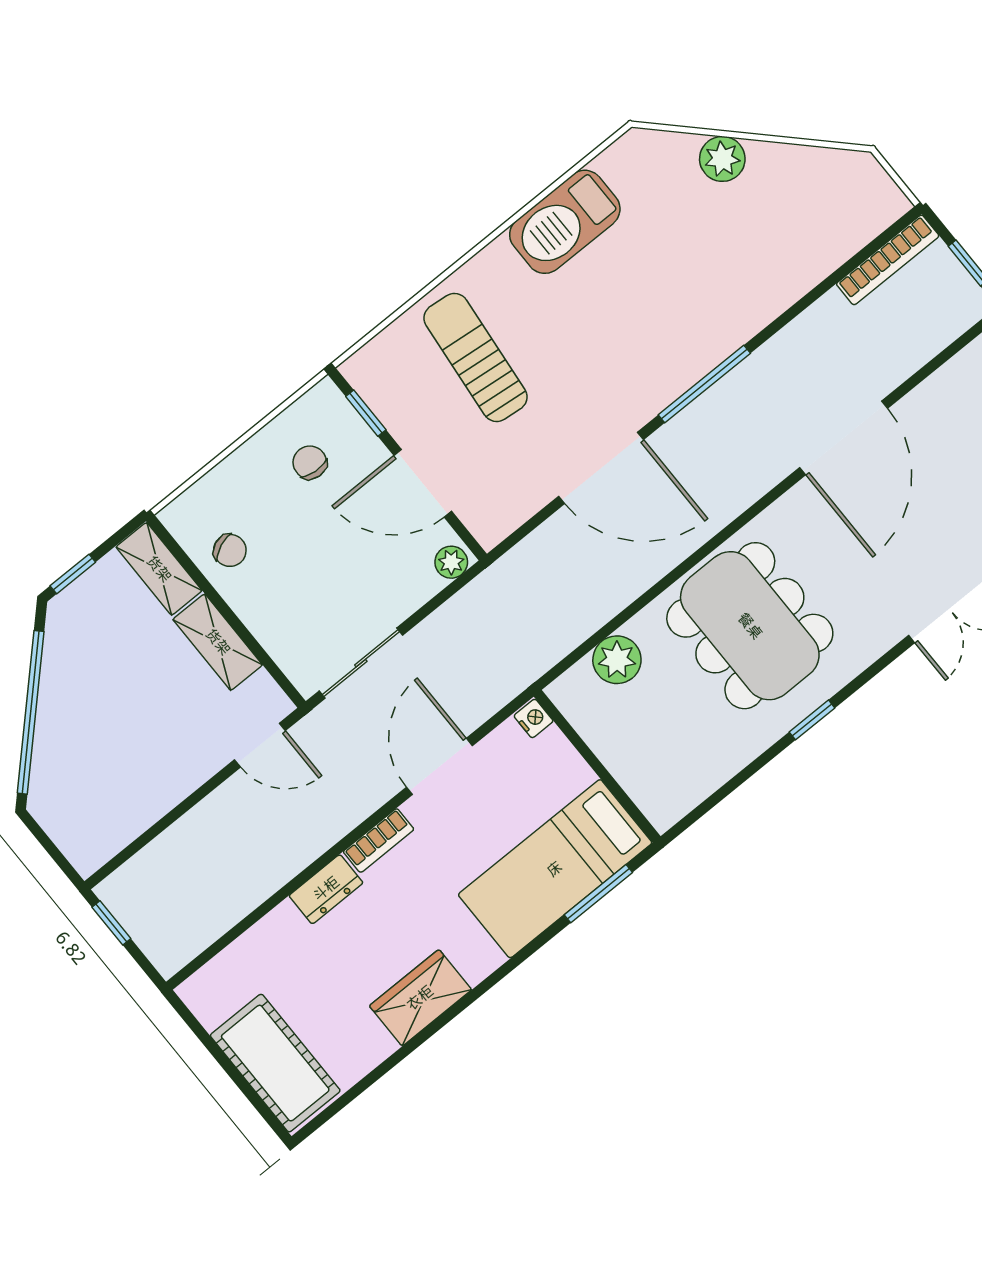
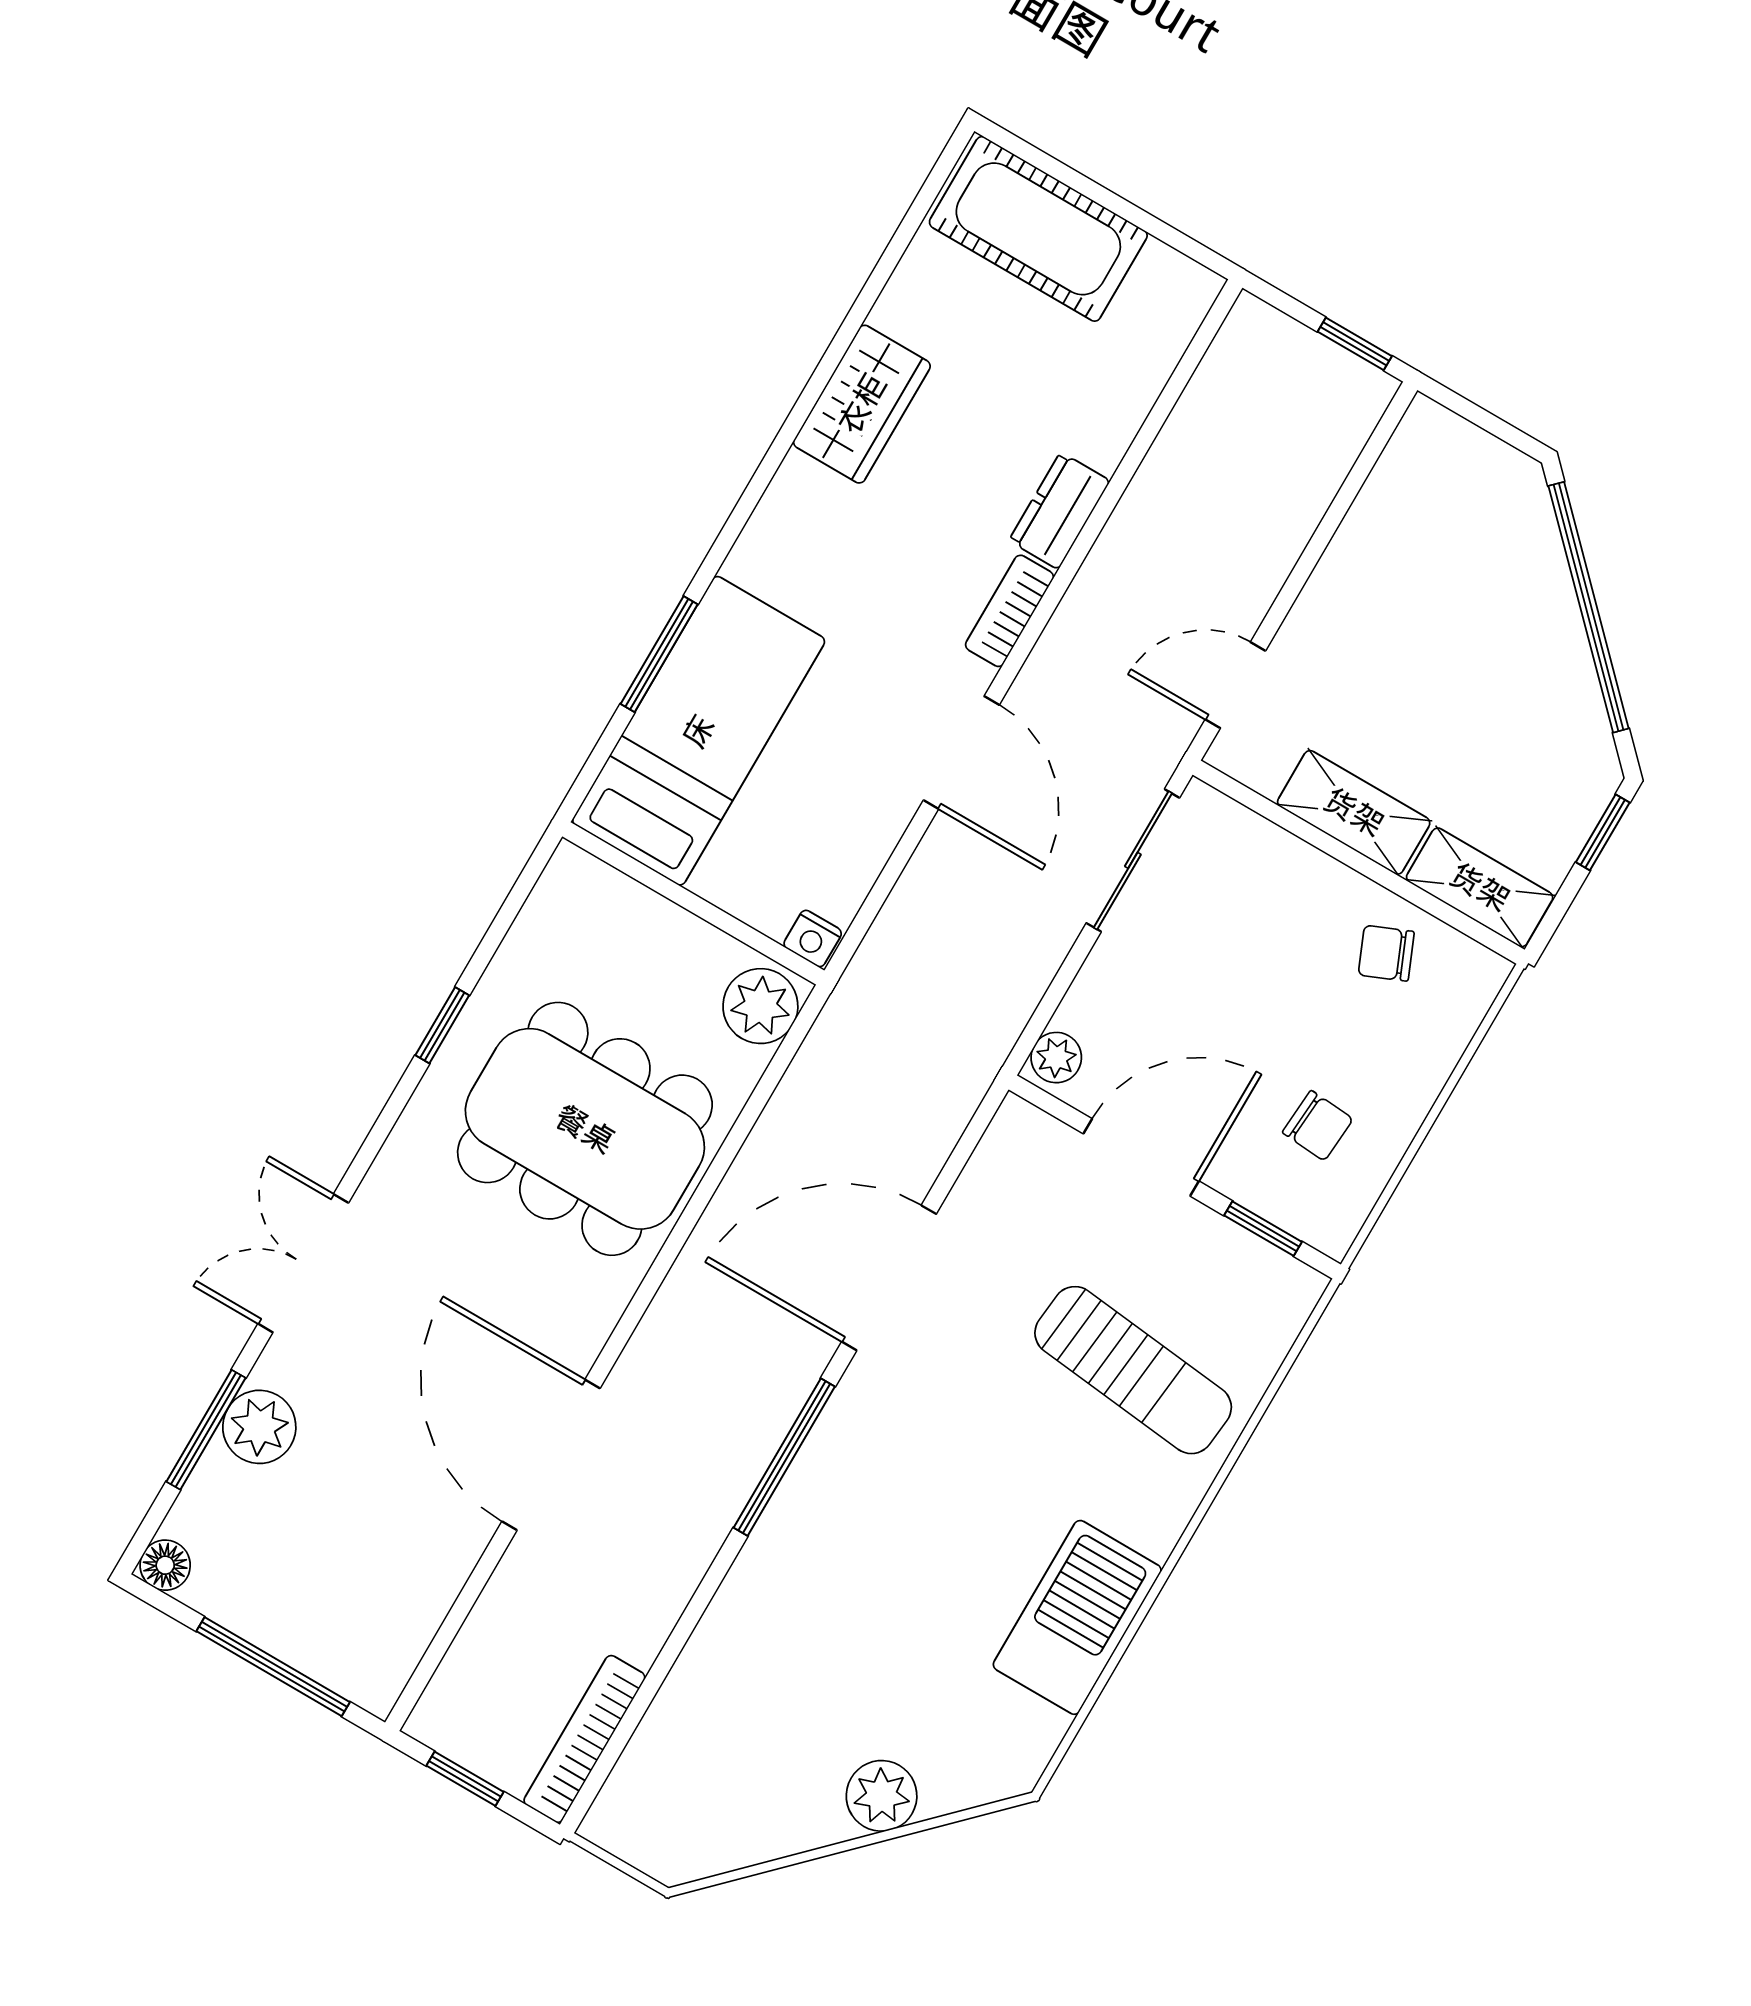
nightstand: (534, 718) -> (813, 939), moved
wall: (597, 766) -> (693, 903), moved
bed: (555, 869) -> (699, 731), moved

